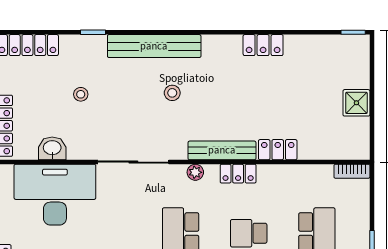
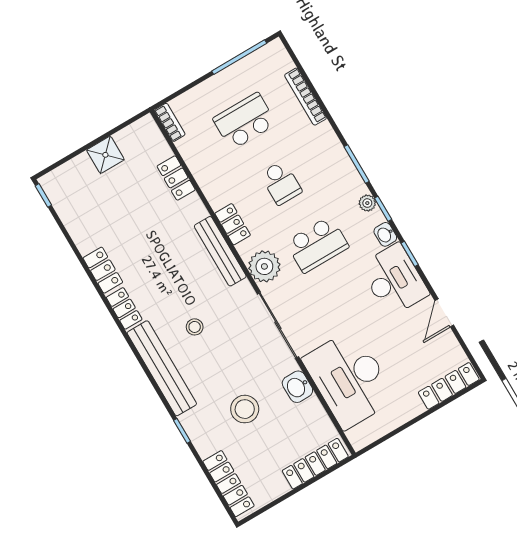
locker: (221, 44) -> (124, 308), added
stool: (81, 94) -> (245, 409), width x1.89, depth x1.89
washbasin: (52, 148) -> (297, 387), moved
locker: (278, 150) -> (176, 178), moved
plant: (195, 172) -> (264, 266), width x1.87, depth x1.87

